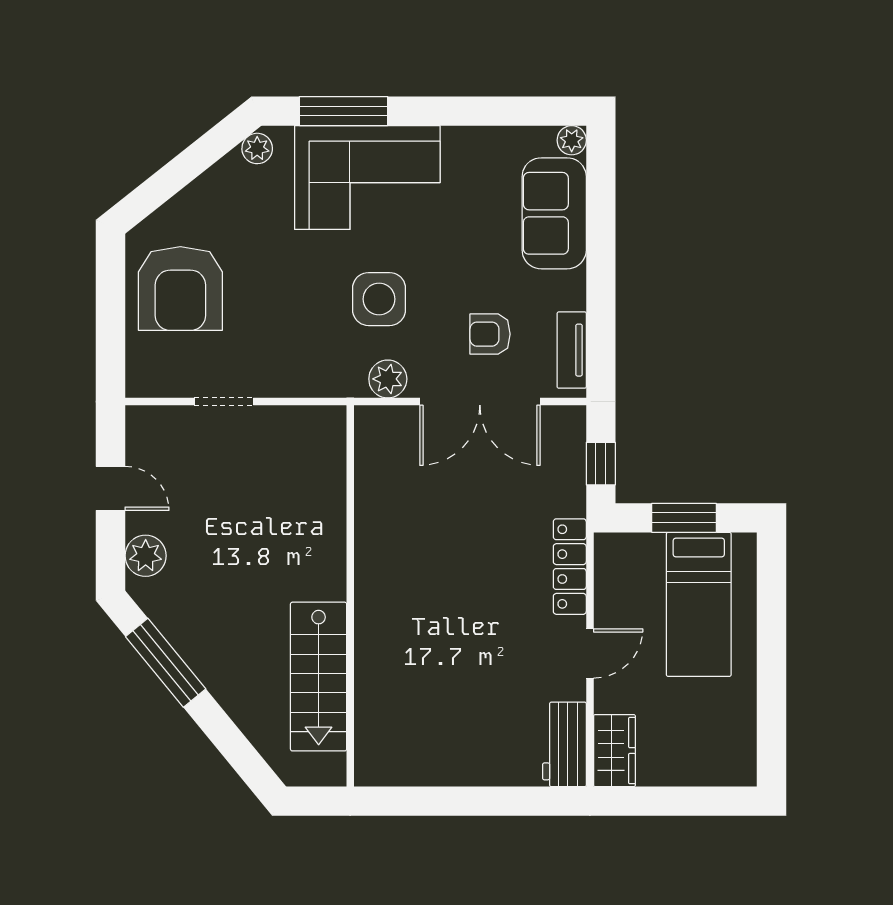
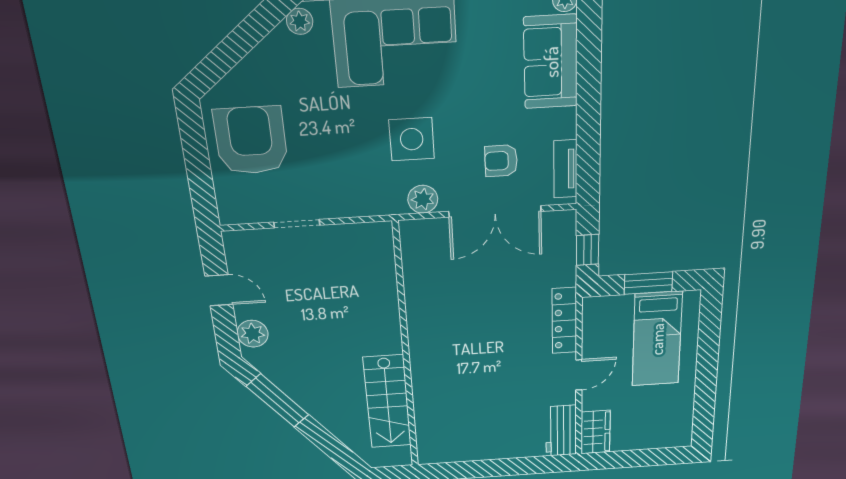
armchair: (180, 289) -> (251, 140), turned 180

